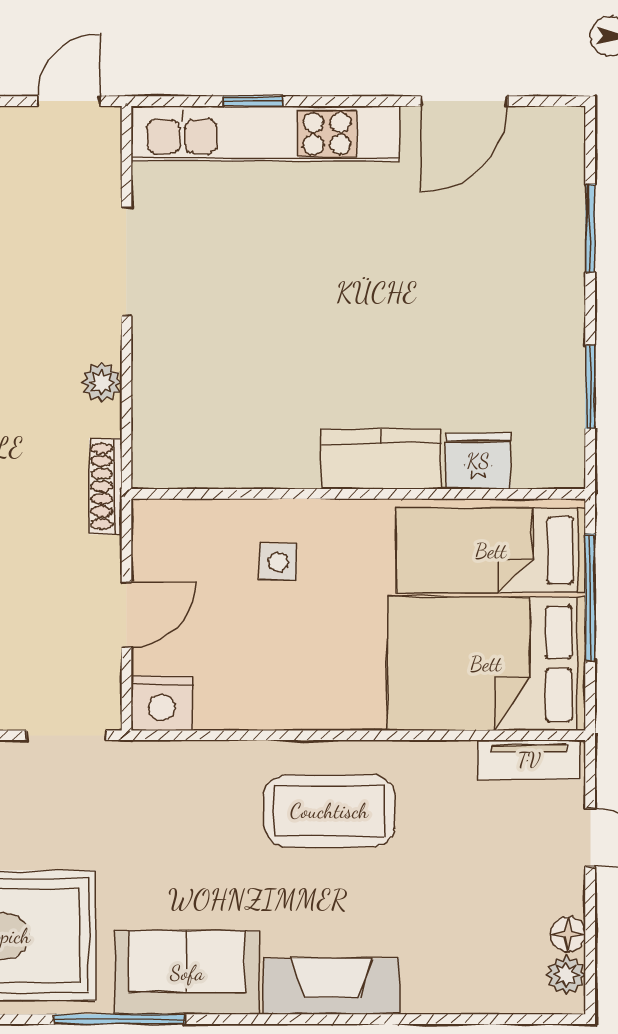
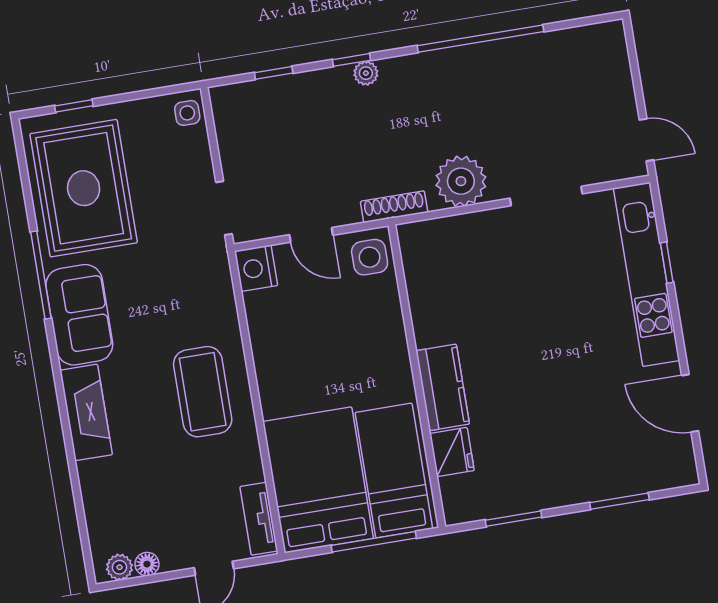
plant: (102, 382) -> (461, 181), width x1.87, depth x1.87
side table: (278, 562) -> (370, 257), moved, width x1.37, depth x1.37

